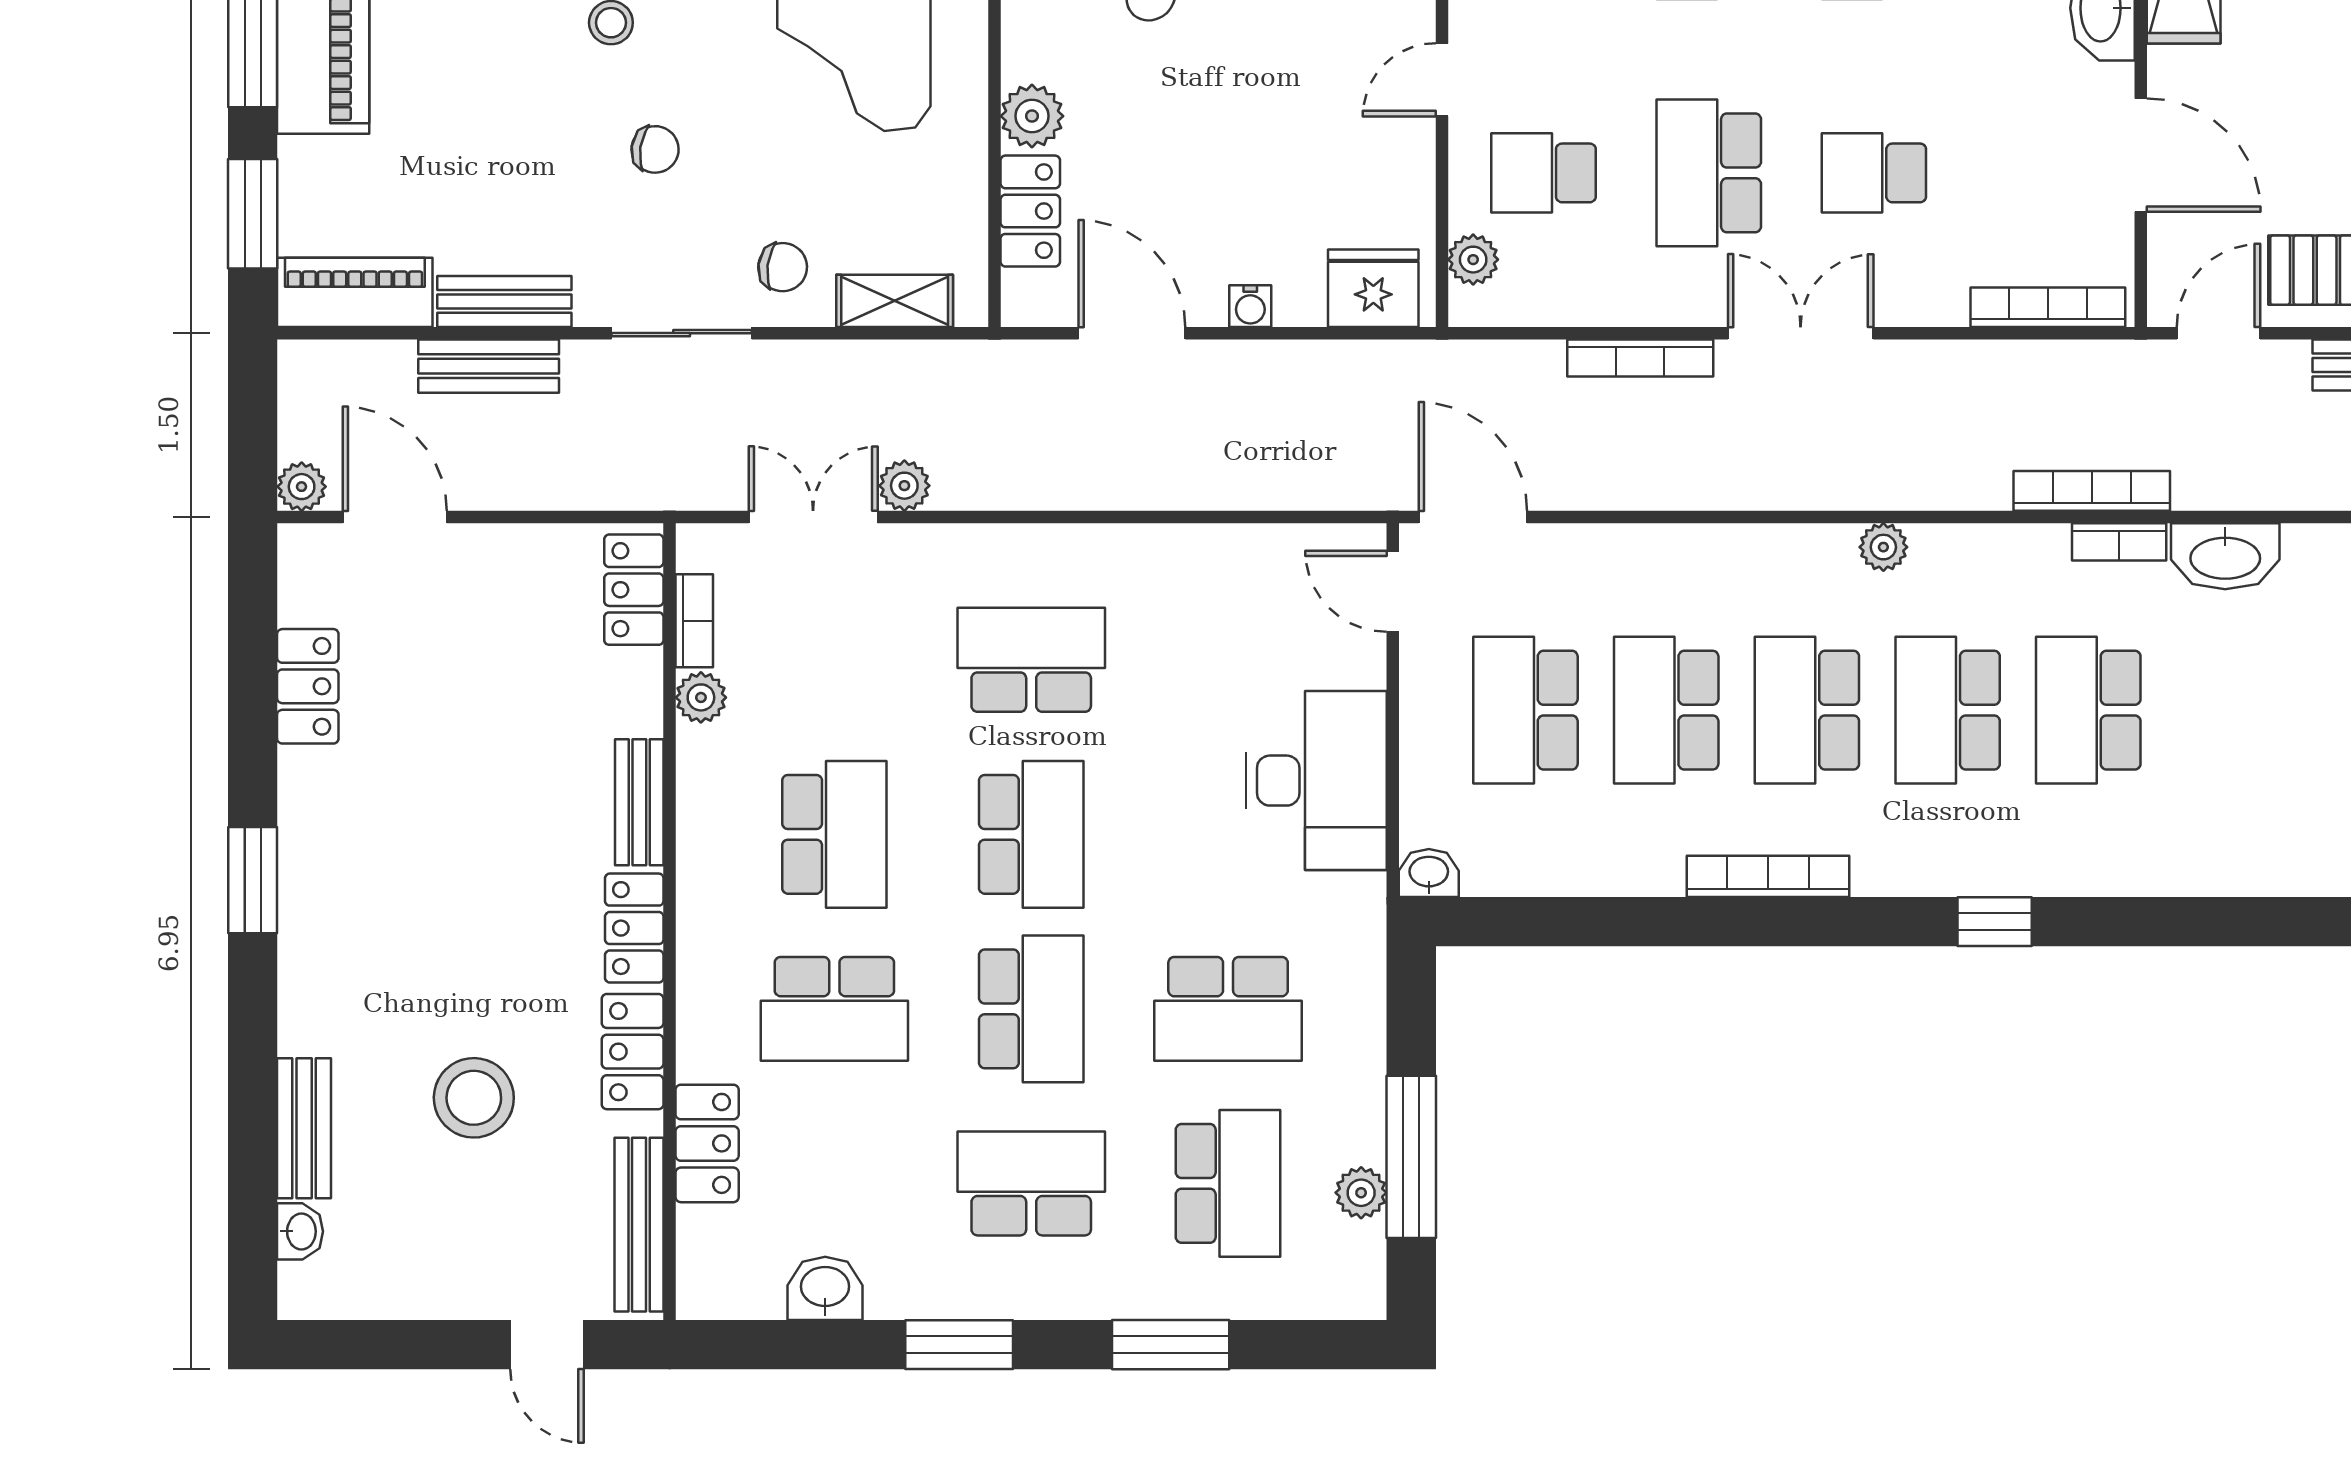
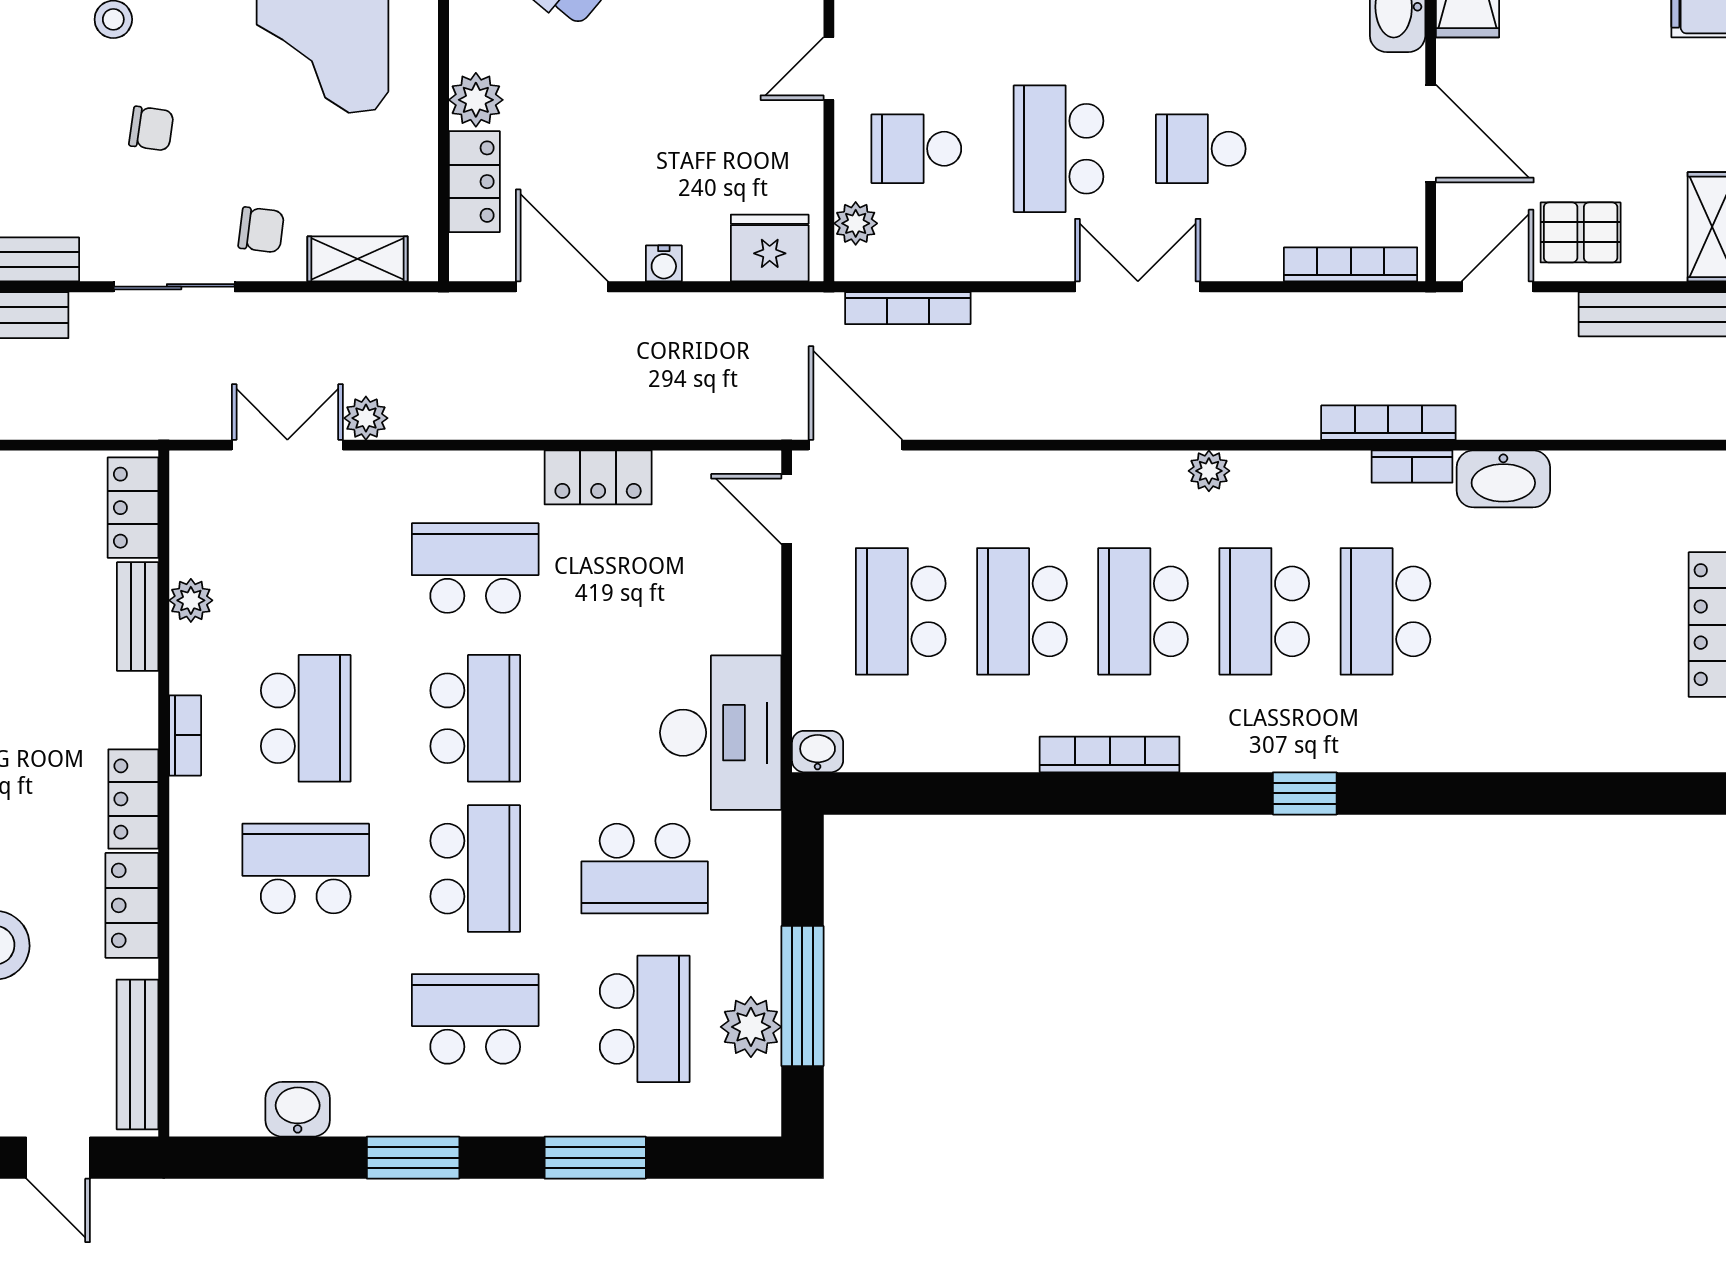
bookcase: (1640, 358) -> (908, 308), moved
bookcase: (694, 621) -> (185, 735), moved
desk: (1316, 781) -> (721, 733), moved
bench: (639, 802) -> (138, 617), moved
school desk: (834, 1009) -> (306, 869), turned 180
locker: (707, 1143) -> (598, 477), moved, turned 90
plant: (1361, 1193) -> (751, 1027), width x1.38, depth x1.38

